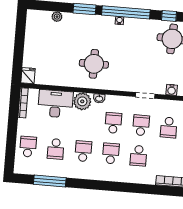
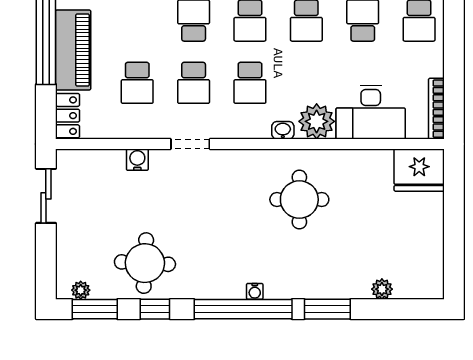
fridge: (28, 76) -> (419, 170), width x1.88, depth x1.34
school desk: (169, 128) -> (137, 83), turned 180

